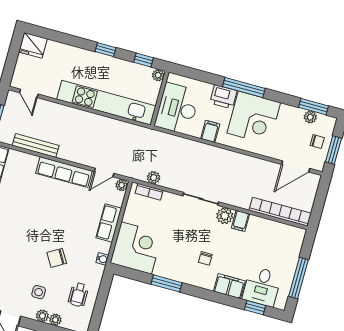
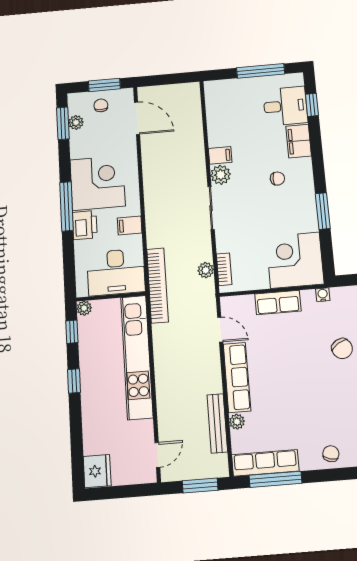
plant: (122, 185) -> (237, 422), moved
bookcase: (280, 212) -> (158, 285), moved, turned 180

